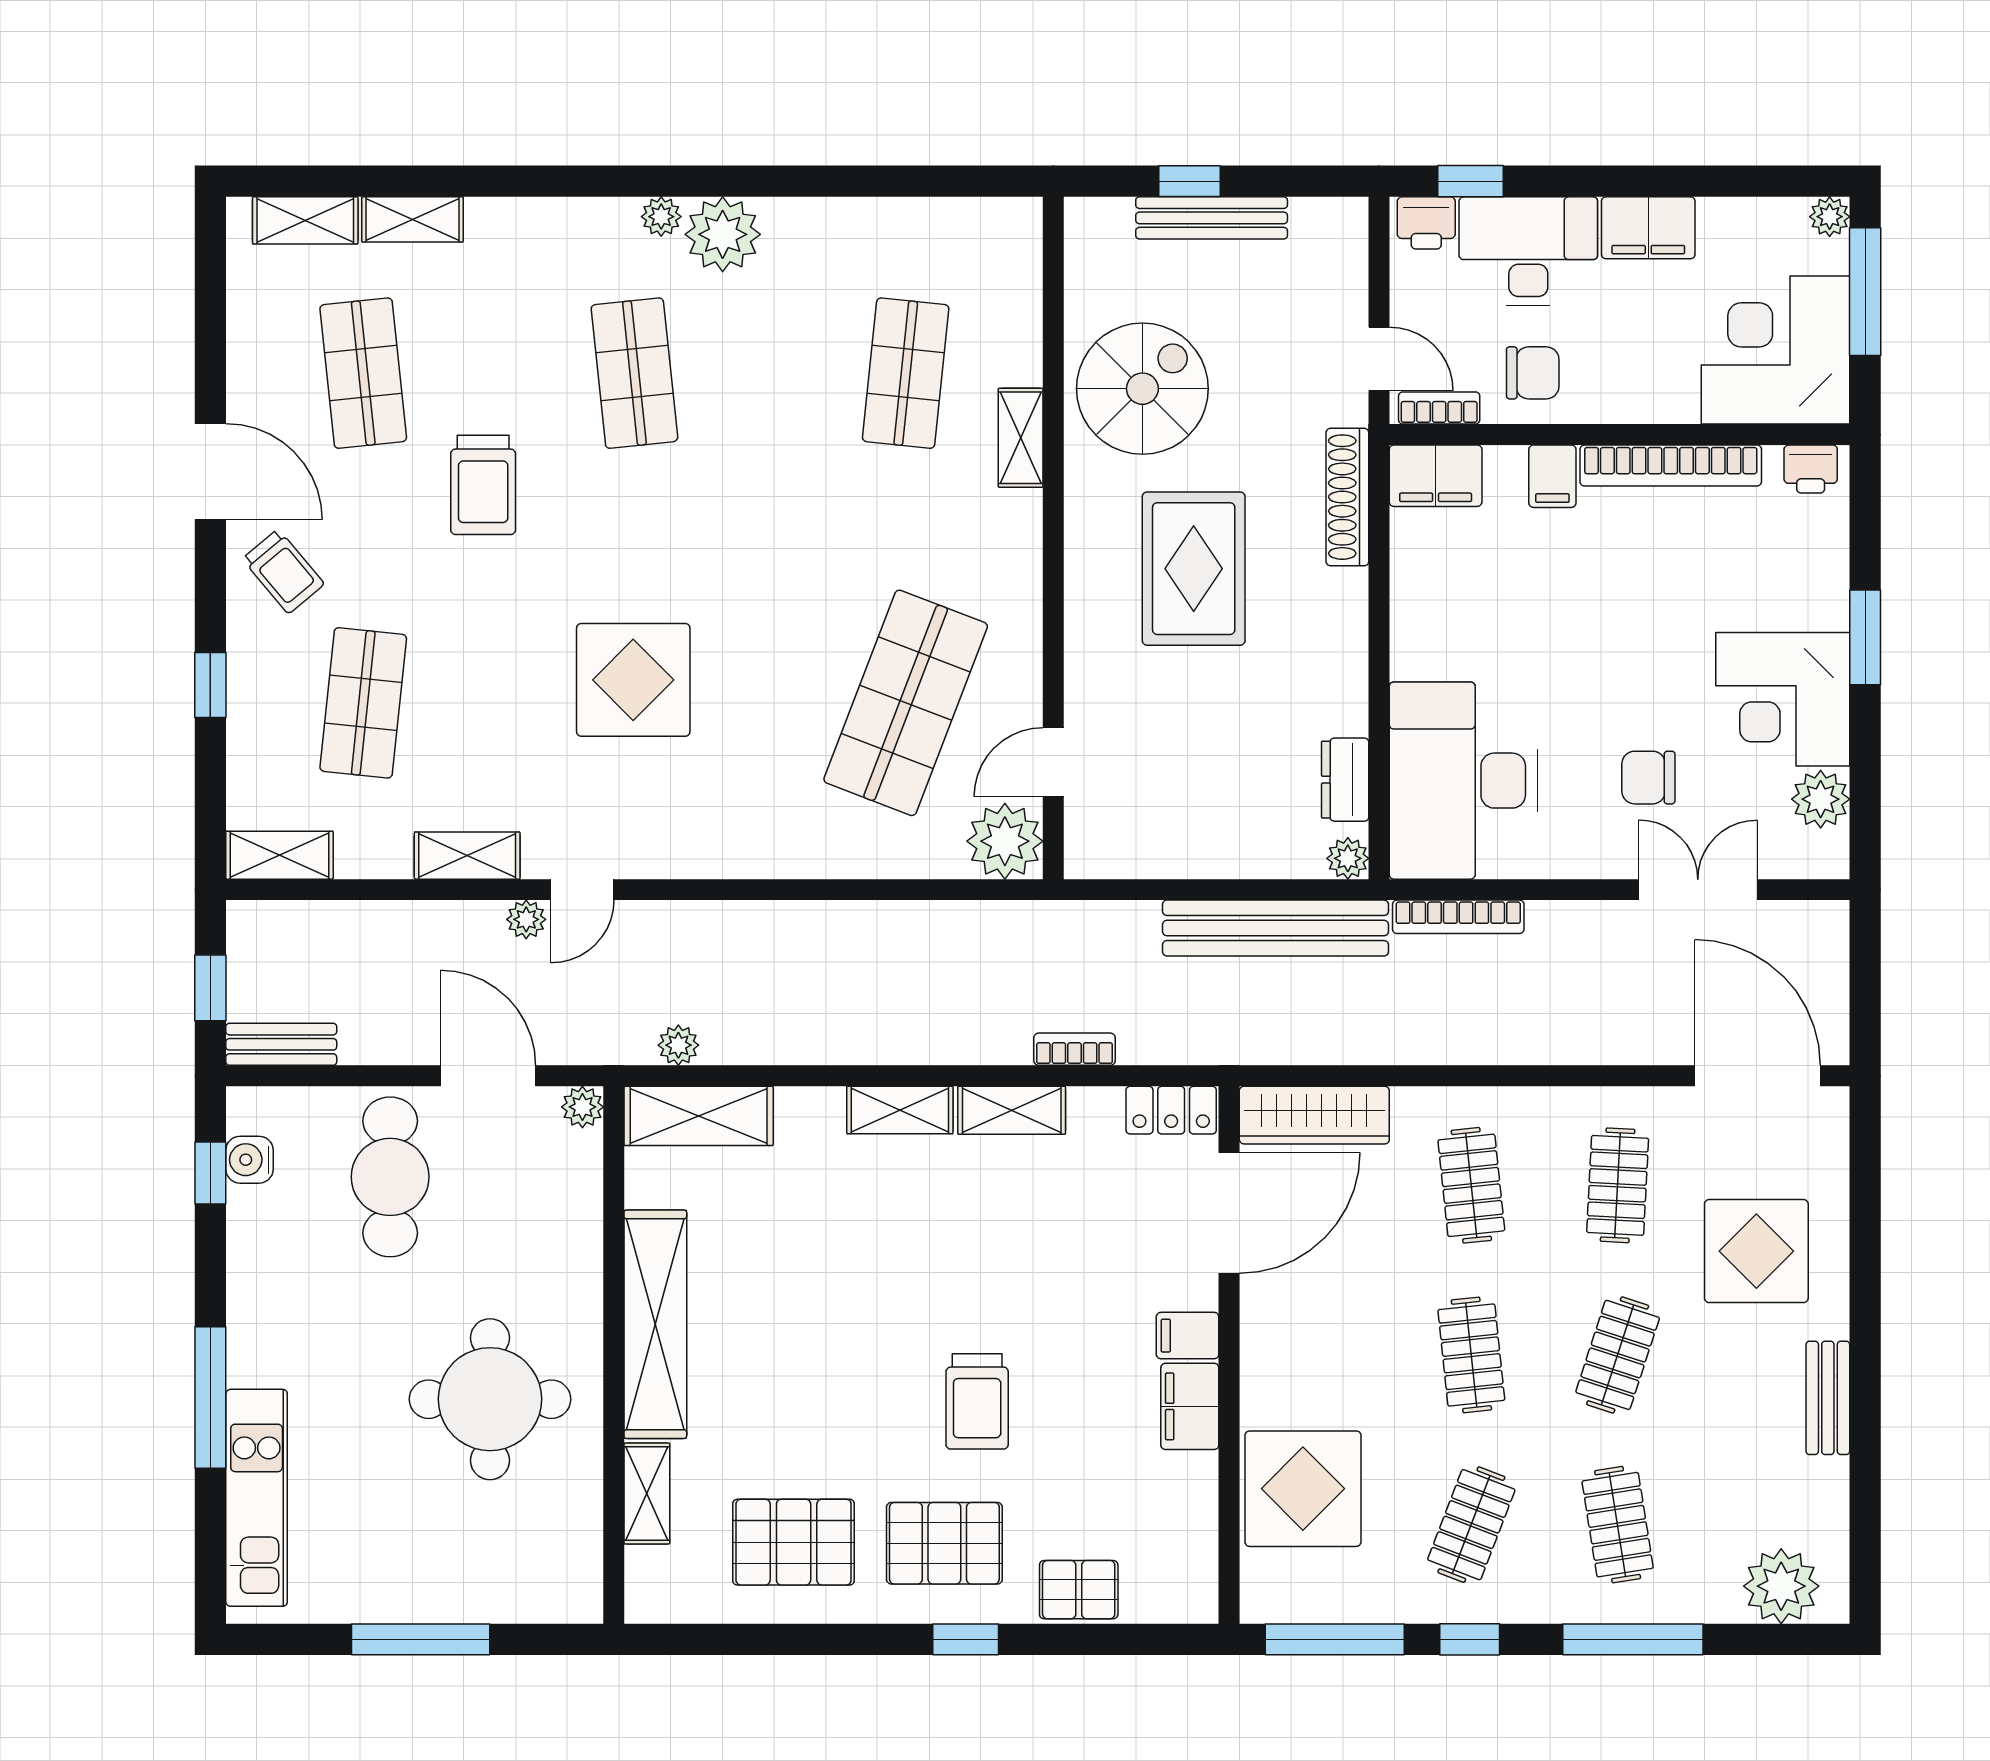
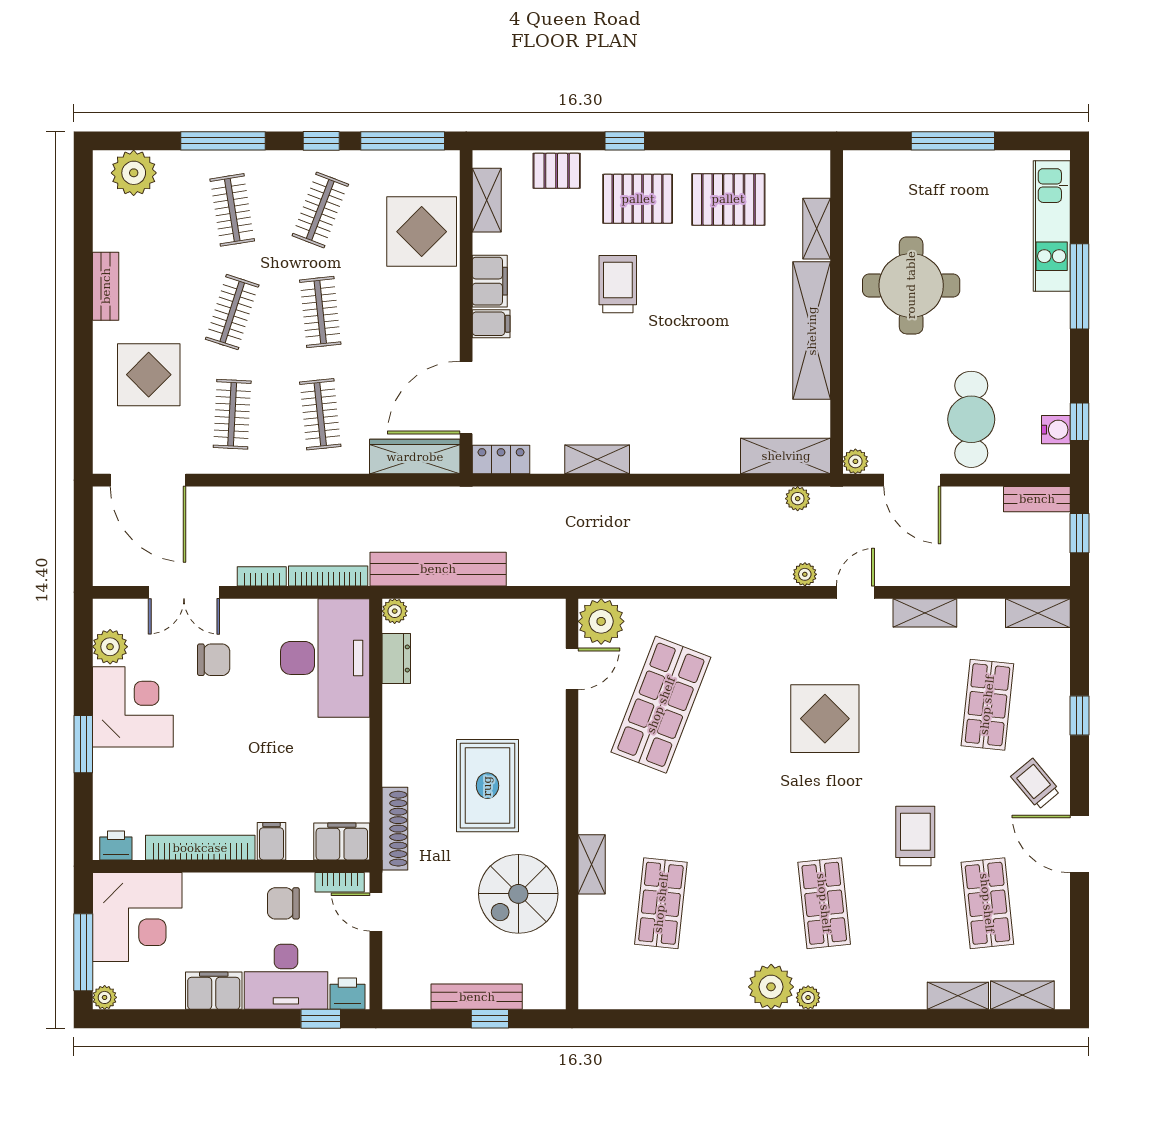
plant: (526, 919) -> (805, 574), moved
bookcase: (1075, 1049) -> (262, 576), moved, turned 180
shelving: (900, 1110) -> (487, 200), moved, turned 90

